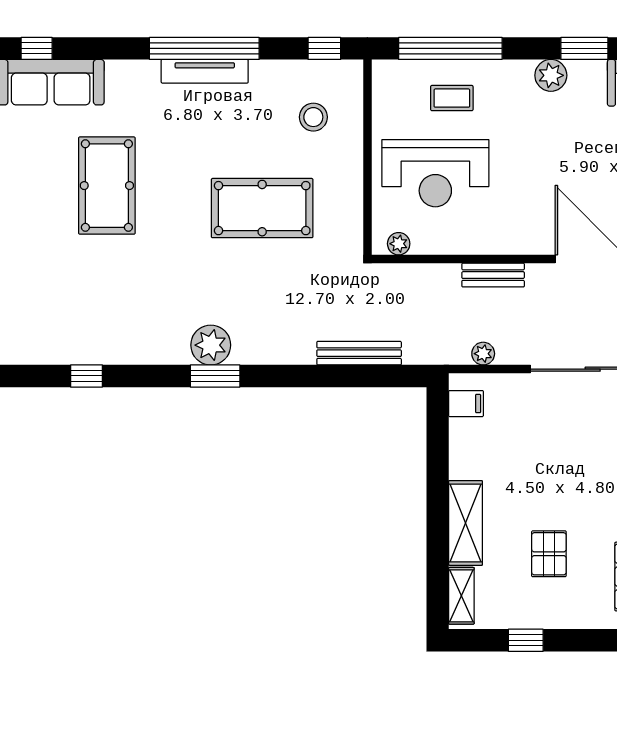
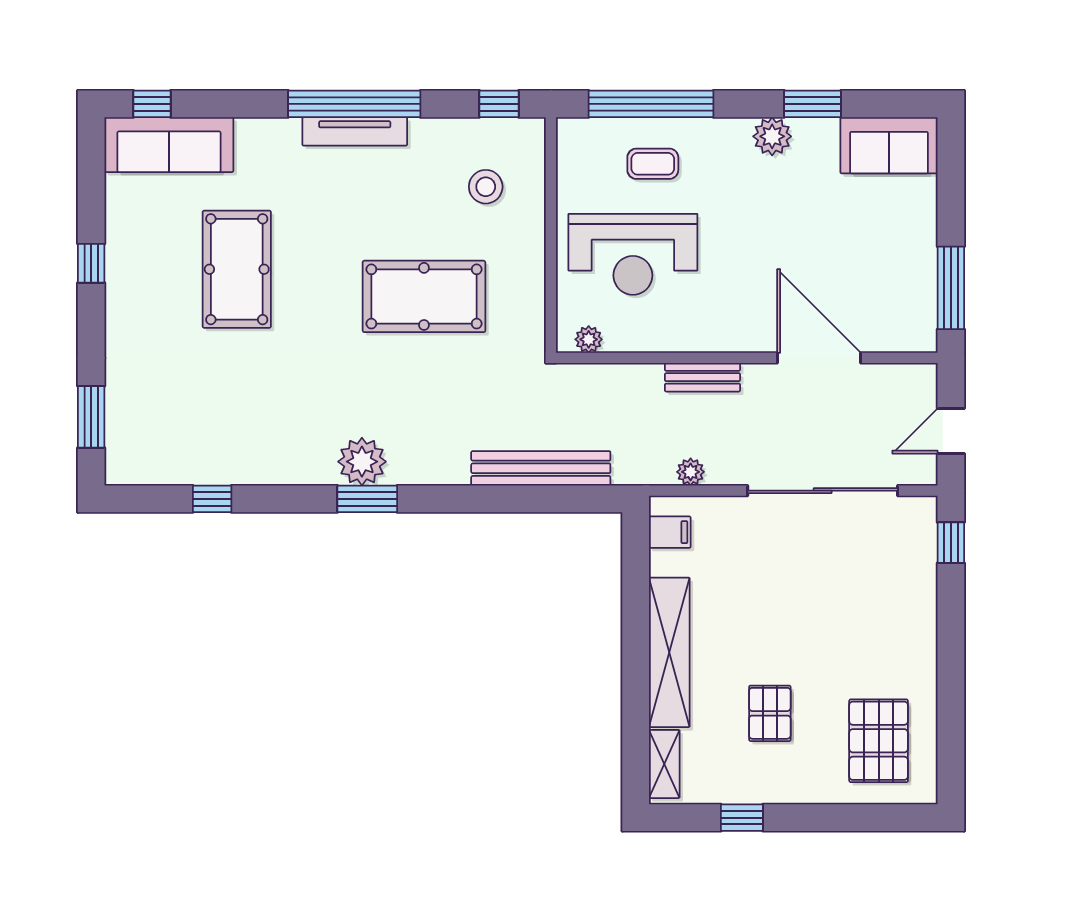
bench: (359, 353) -> (541, 468), width x1.37, depth x1.21
shelving: (465, 523) -> (669, 652), width x1.47

